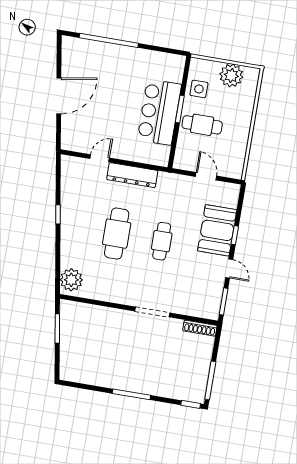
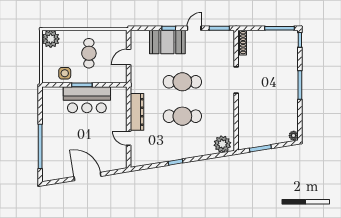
plant: (231, 75) -> (51, 39), moved
cafe table: (202, 125) -> (89, 53), moved
cafe table: (162, 241) -> (182, 82), width x1.37, depth x1.35
plant: (67, 375) -> (294, 136), added

